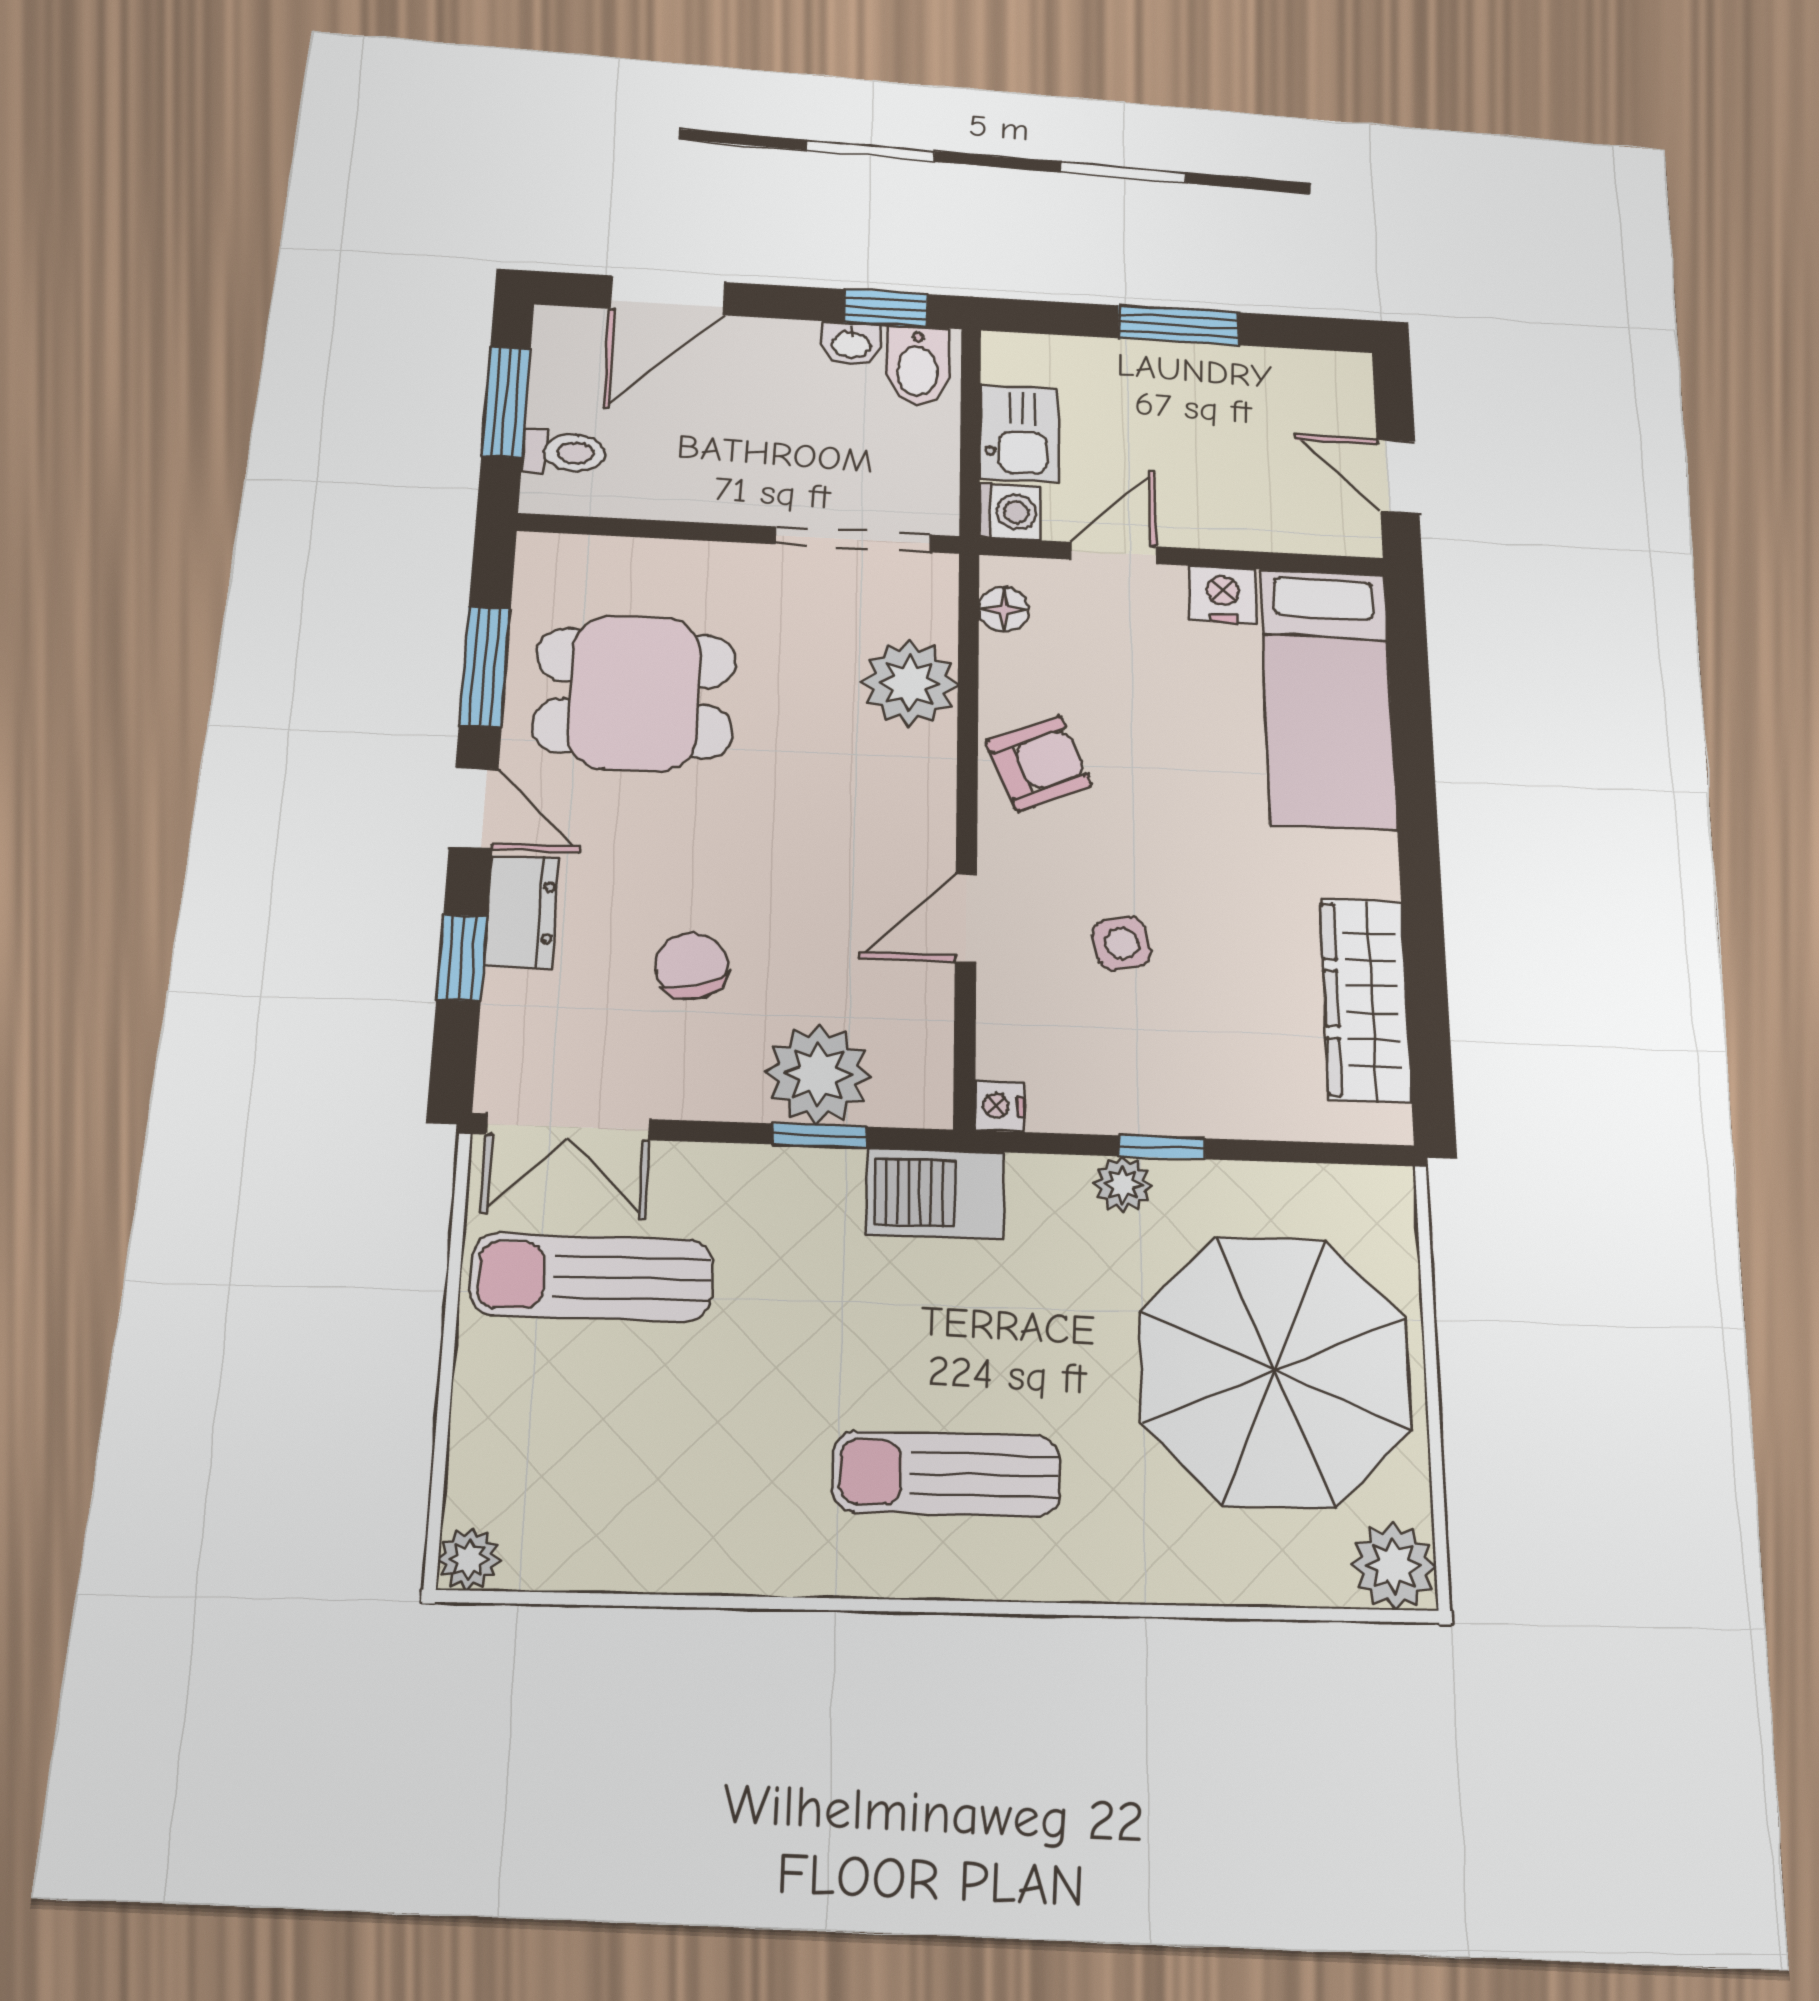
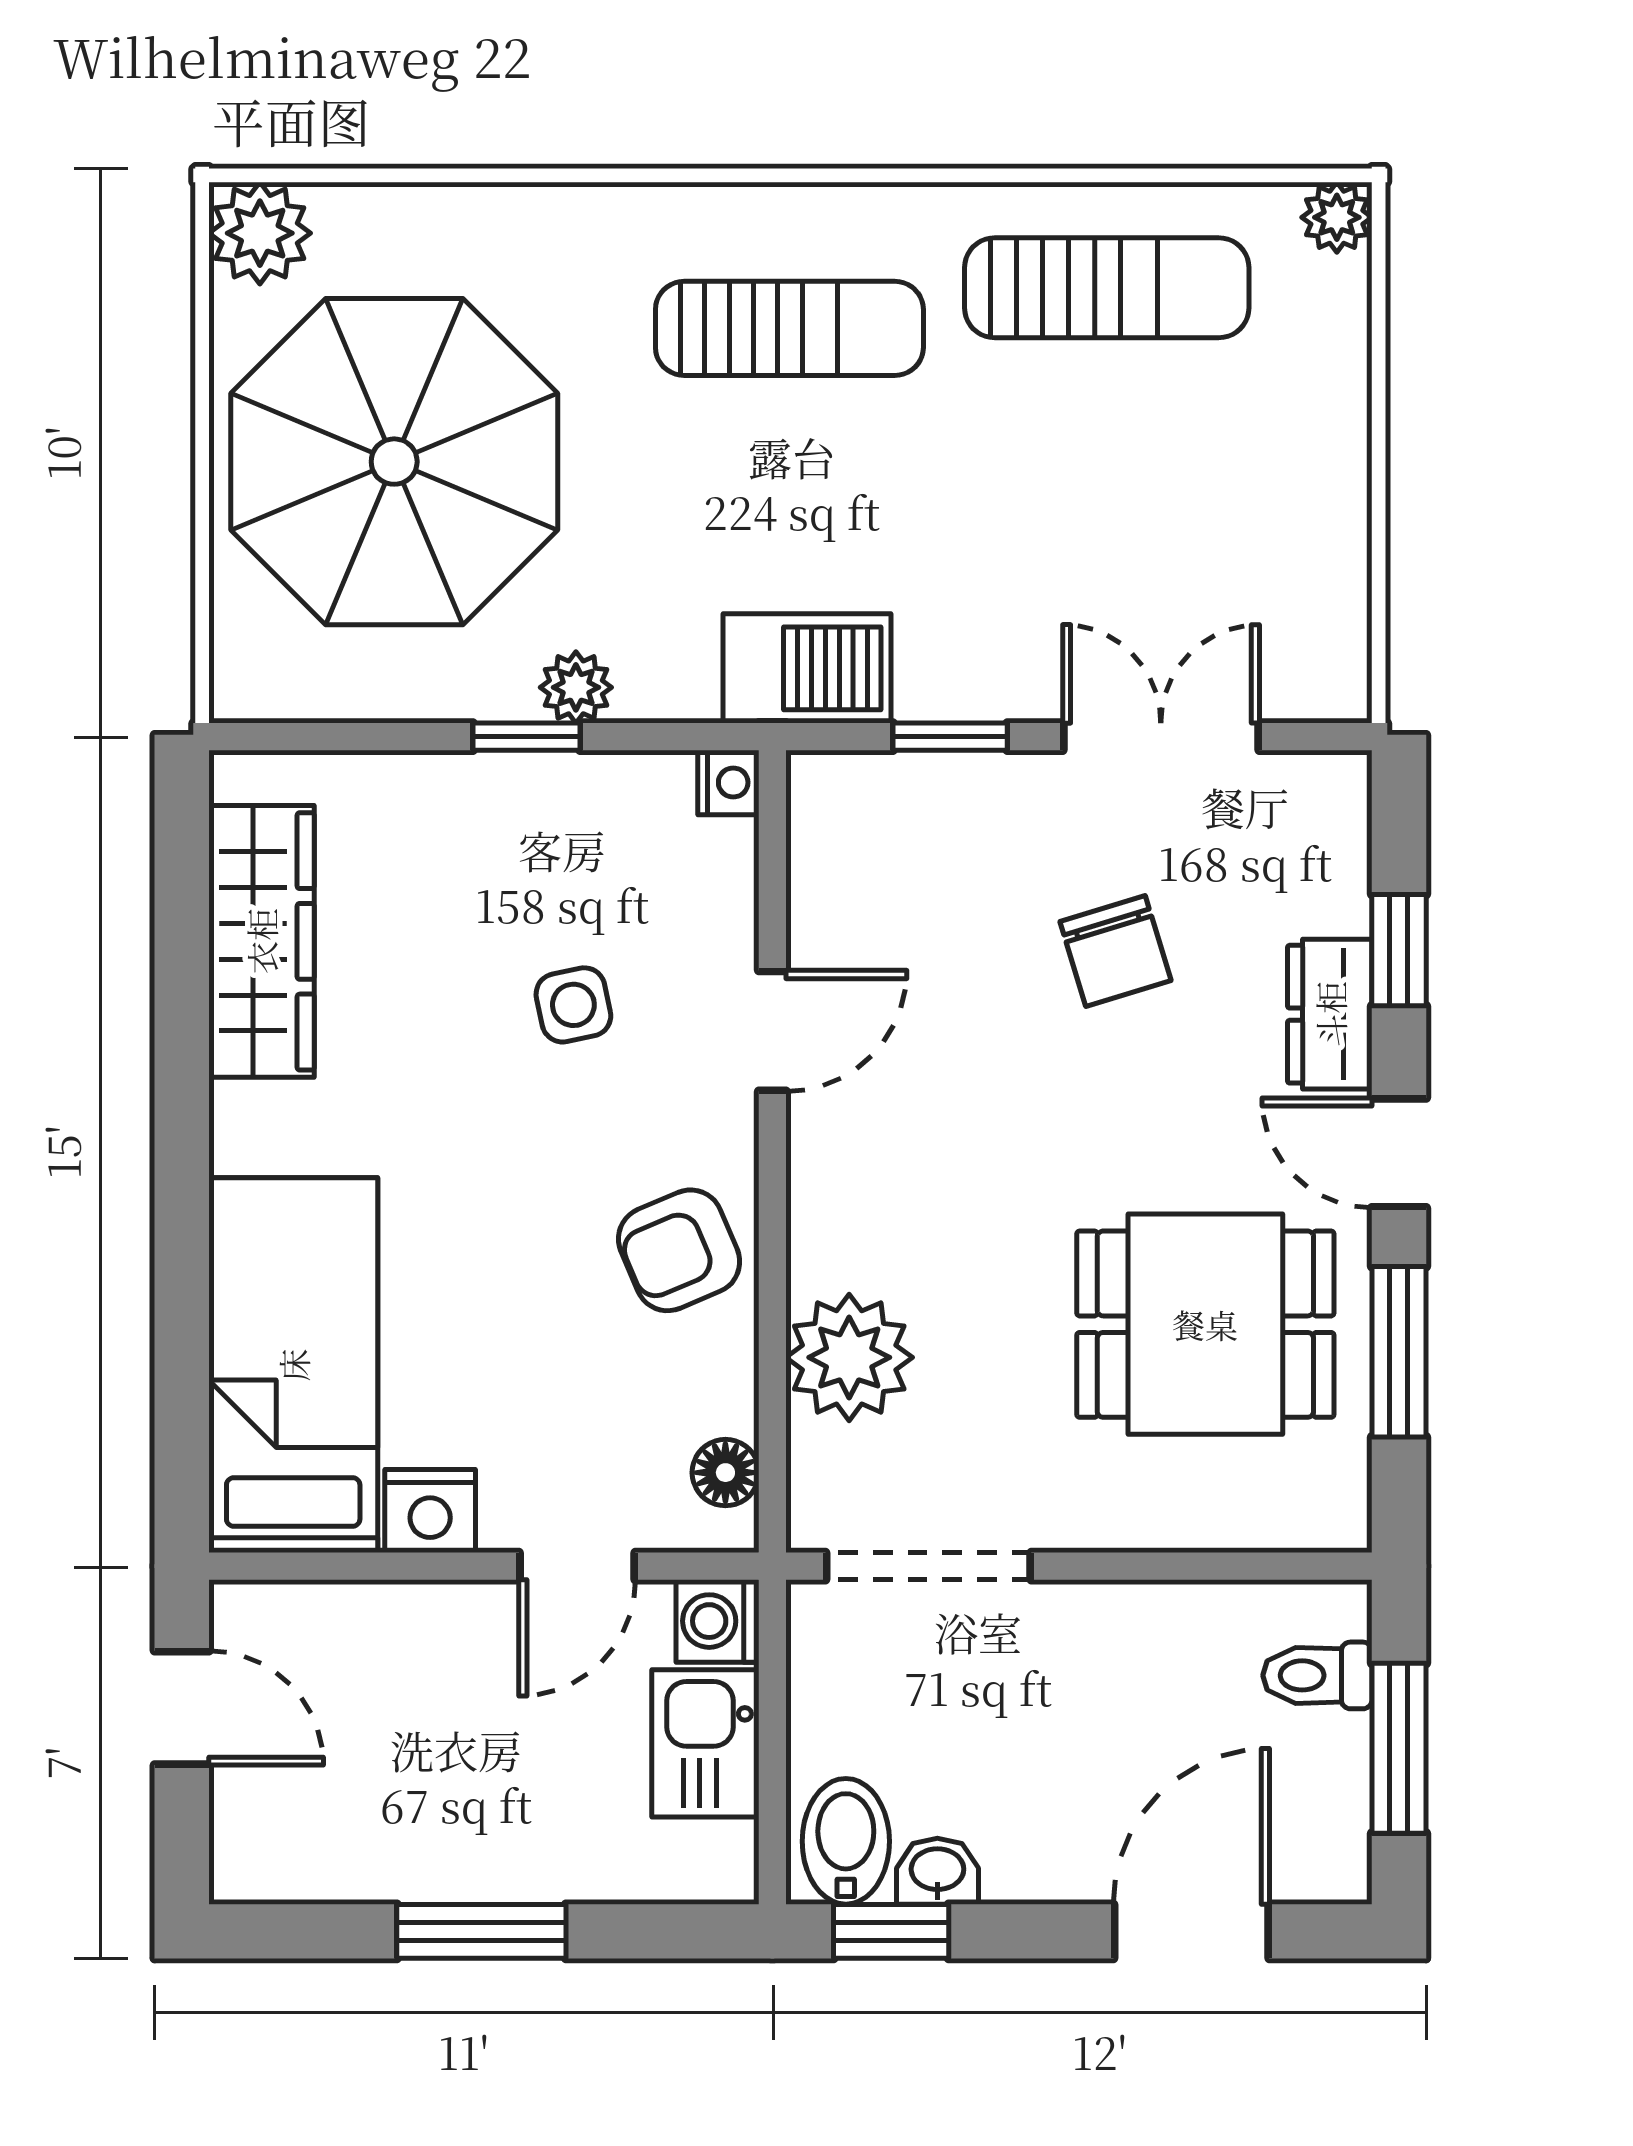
plant: (818, 1074) -> (954, 815), removed
double door: (568, 1127) -> (1161, 737), moved
sun lounger: (592, 1277) -> (1107, 288), moved

